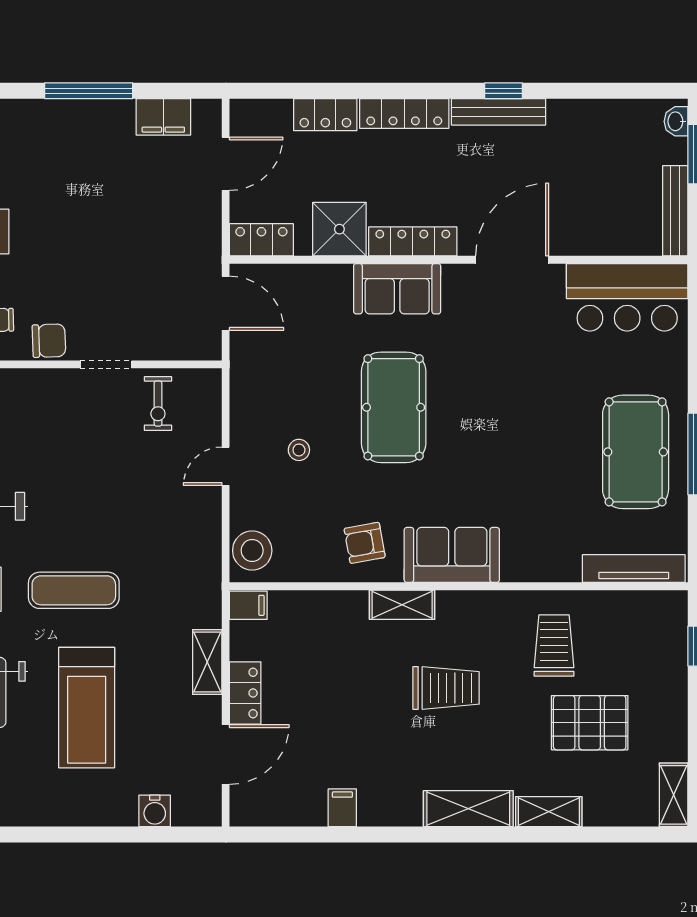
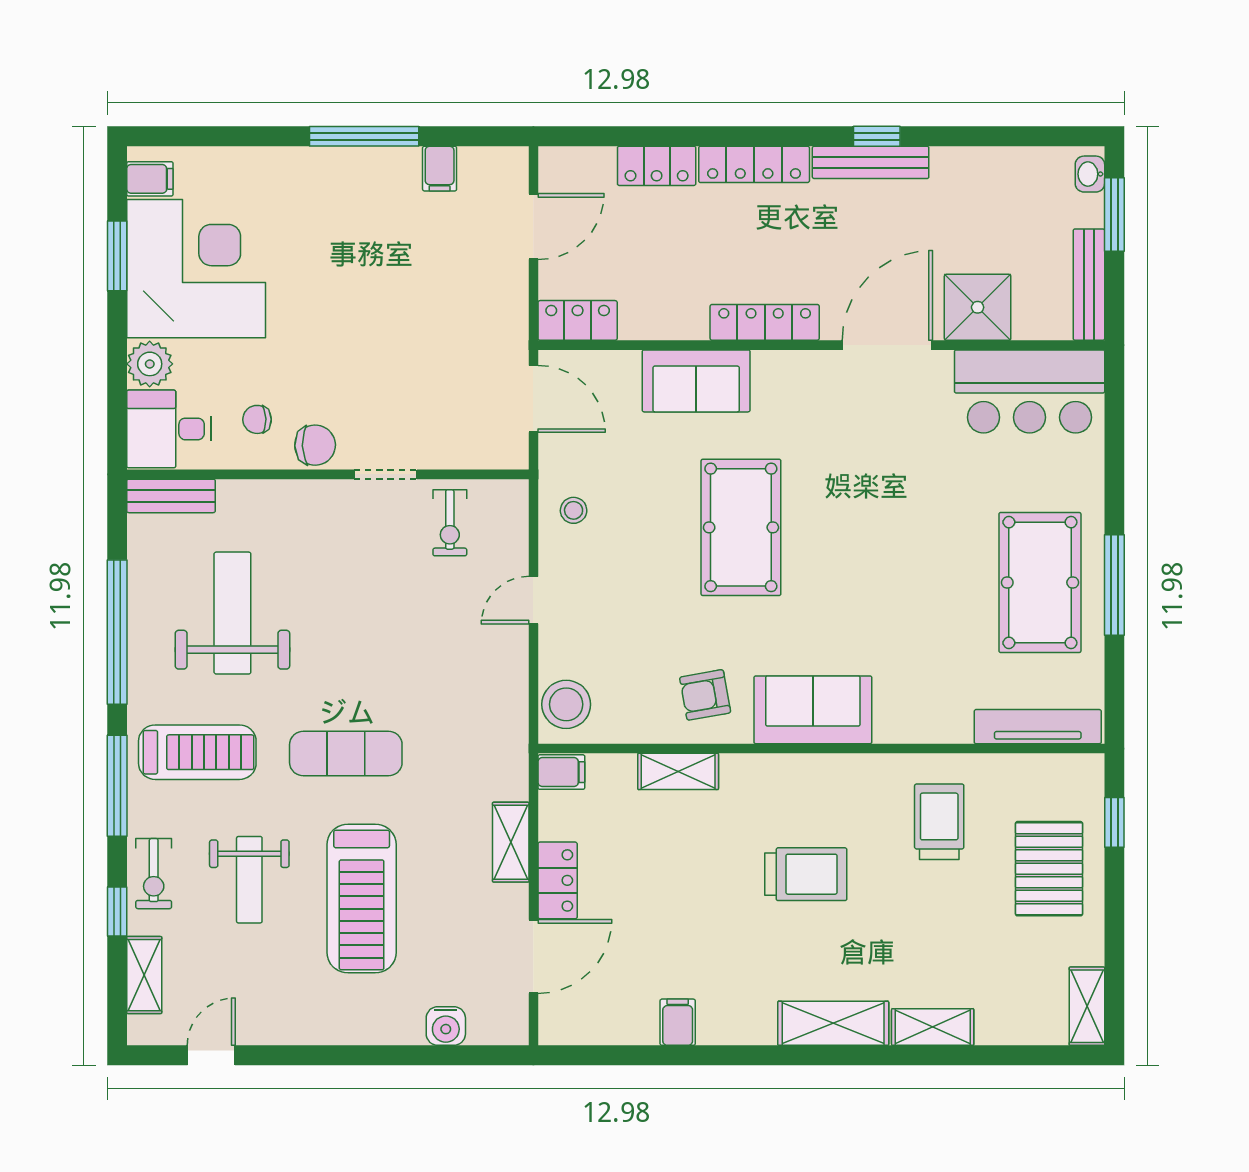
filing cabinet: (163, 117) -> (440, 169), width x0.50
shower: (339, 229) -> (978, 307), moved
sofa: (397, 289) -> (696, 381), moved
stool: (299, 450) -> (574, 510), moved
shelving: (402, 605) -> (678, 771), moved
pallet: (590, 723) -> (1049, 869), moved, turned 90

